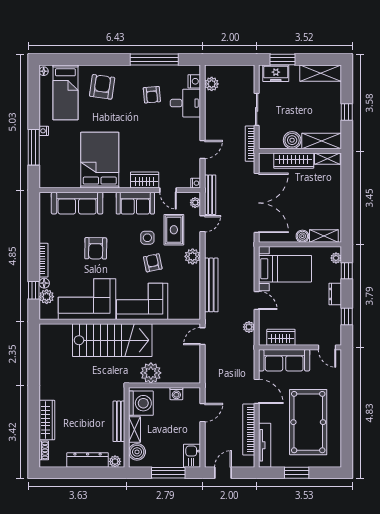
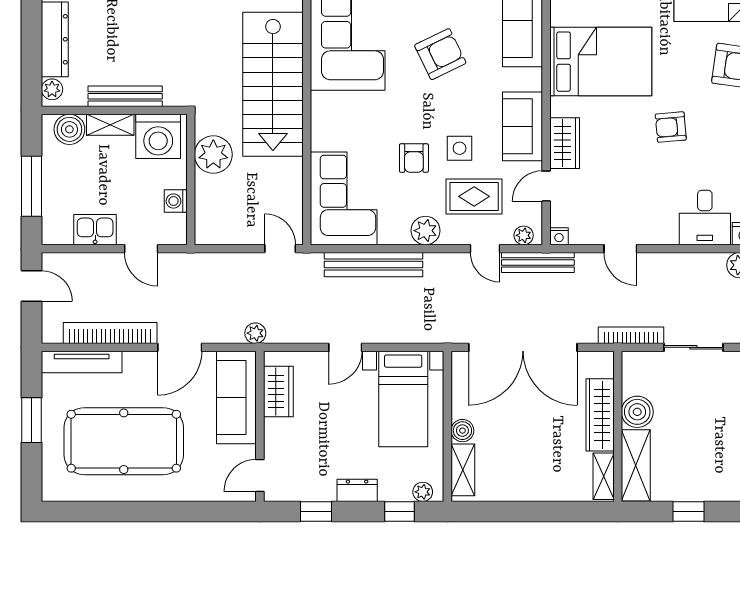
armchair: (152, 95) -> (671, 127), moved
armchair: (96, 248) -> (440, 54), turned 153
armchair: (153, 263) -> (414, 158), turned 102
corner sofa: (142, 301) -> (344, 198), moved
plant: (249, 327) -> (255, 333), moved
kitchen sink: (192, 456) -> (95, 230), moved

